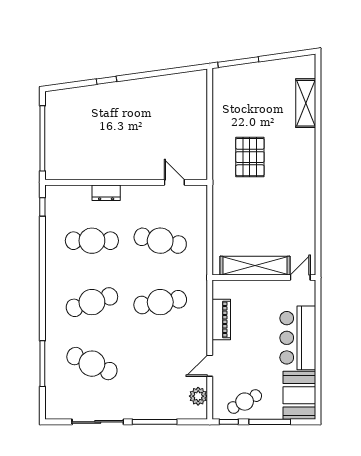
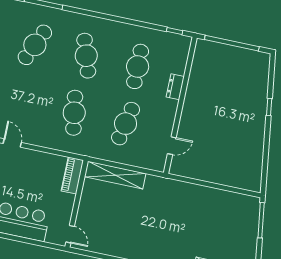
pallet: (250, 157) -> (180, 213), removed
shelving: (255, 266) -> (115, 175), moved, turned 90
piano: (221, 320) -> (72, 176), moved, turned 90

